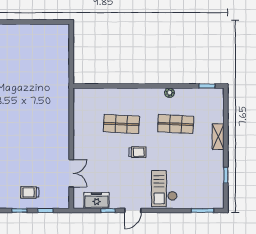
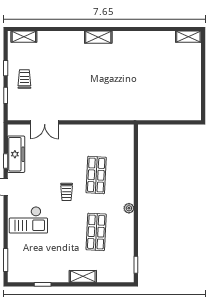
plant: (170, 93) -> (129, 208), moved
checkout: (164, 189) -> (28, 220), turned 180
freezer: (97, 200) -> (16, 154), width x1.40

